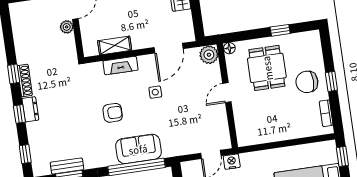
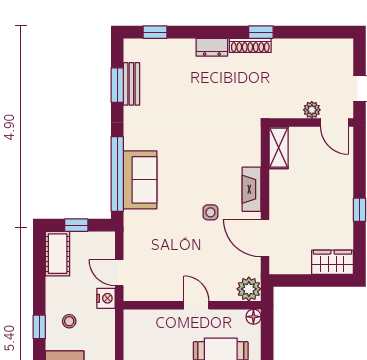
shelving: (115, 45) -> (279, 148), moved
fireplace: (121, 66) -> (252, 189), moved
armchair: (113, 113) -> (192, 153), removed
window: (19, 114) -> (208, 32), removed

